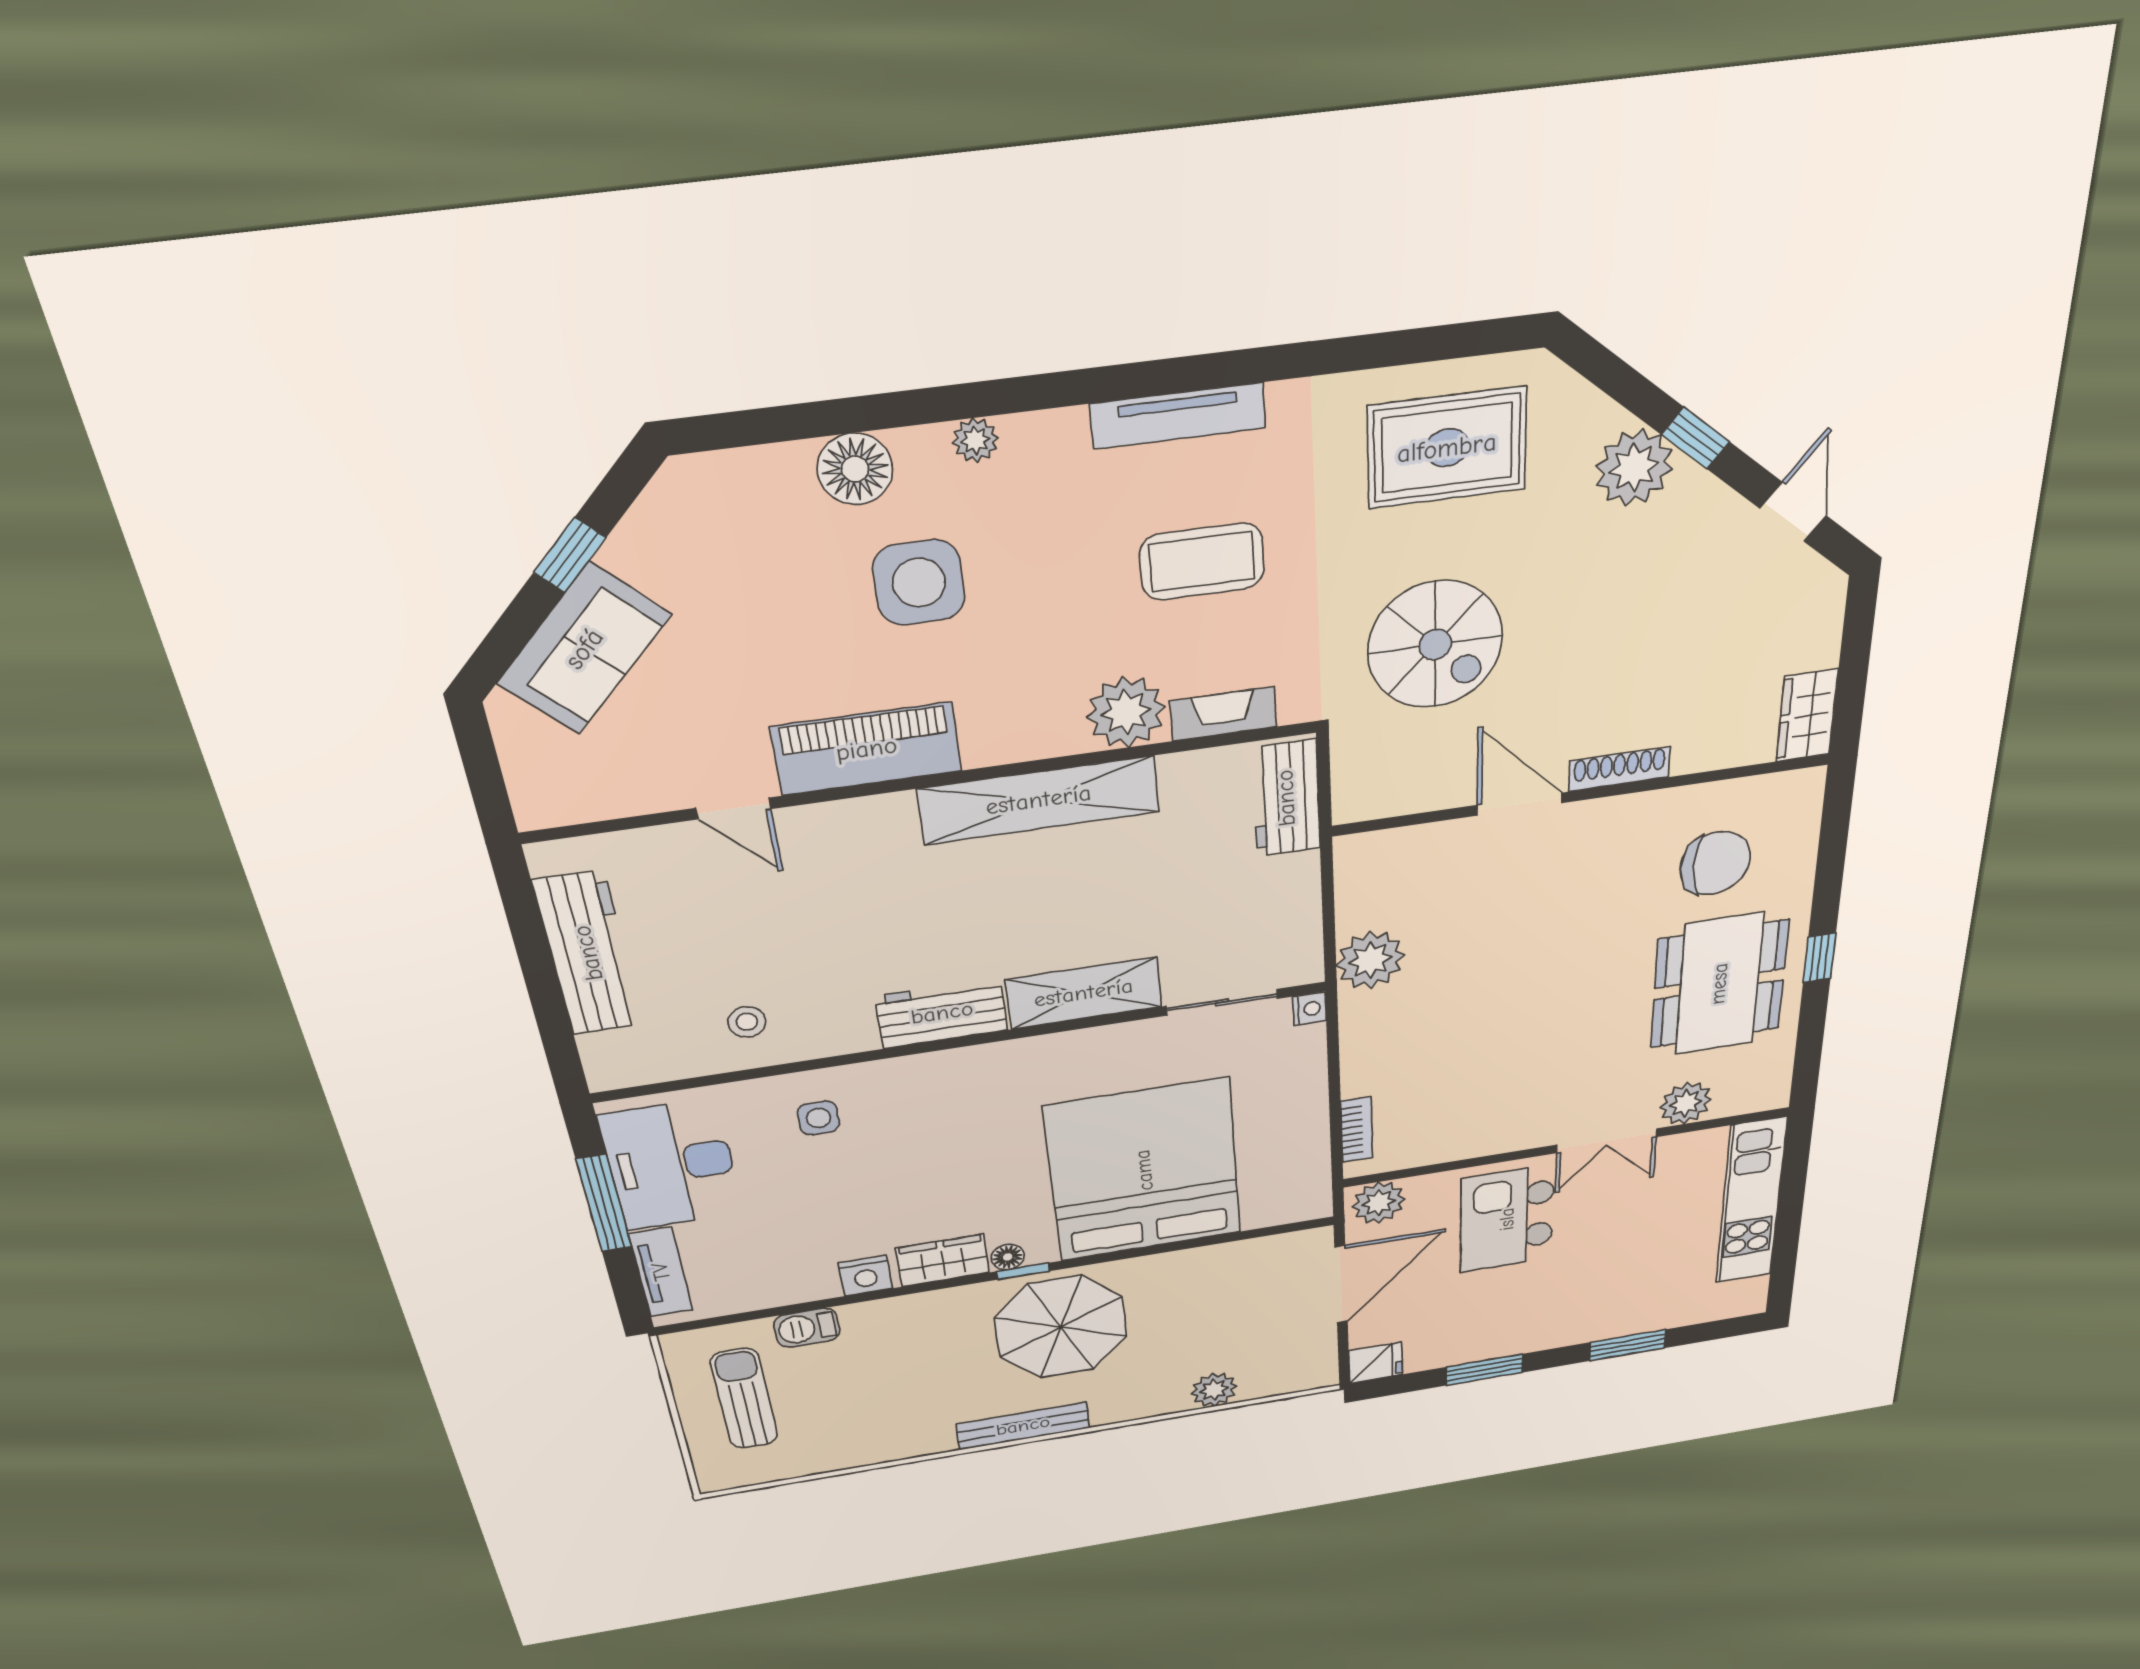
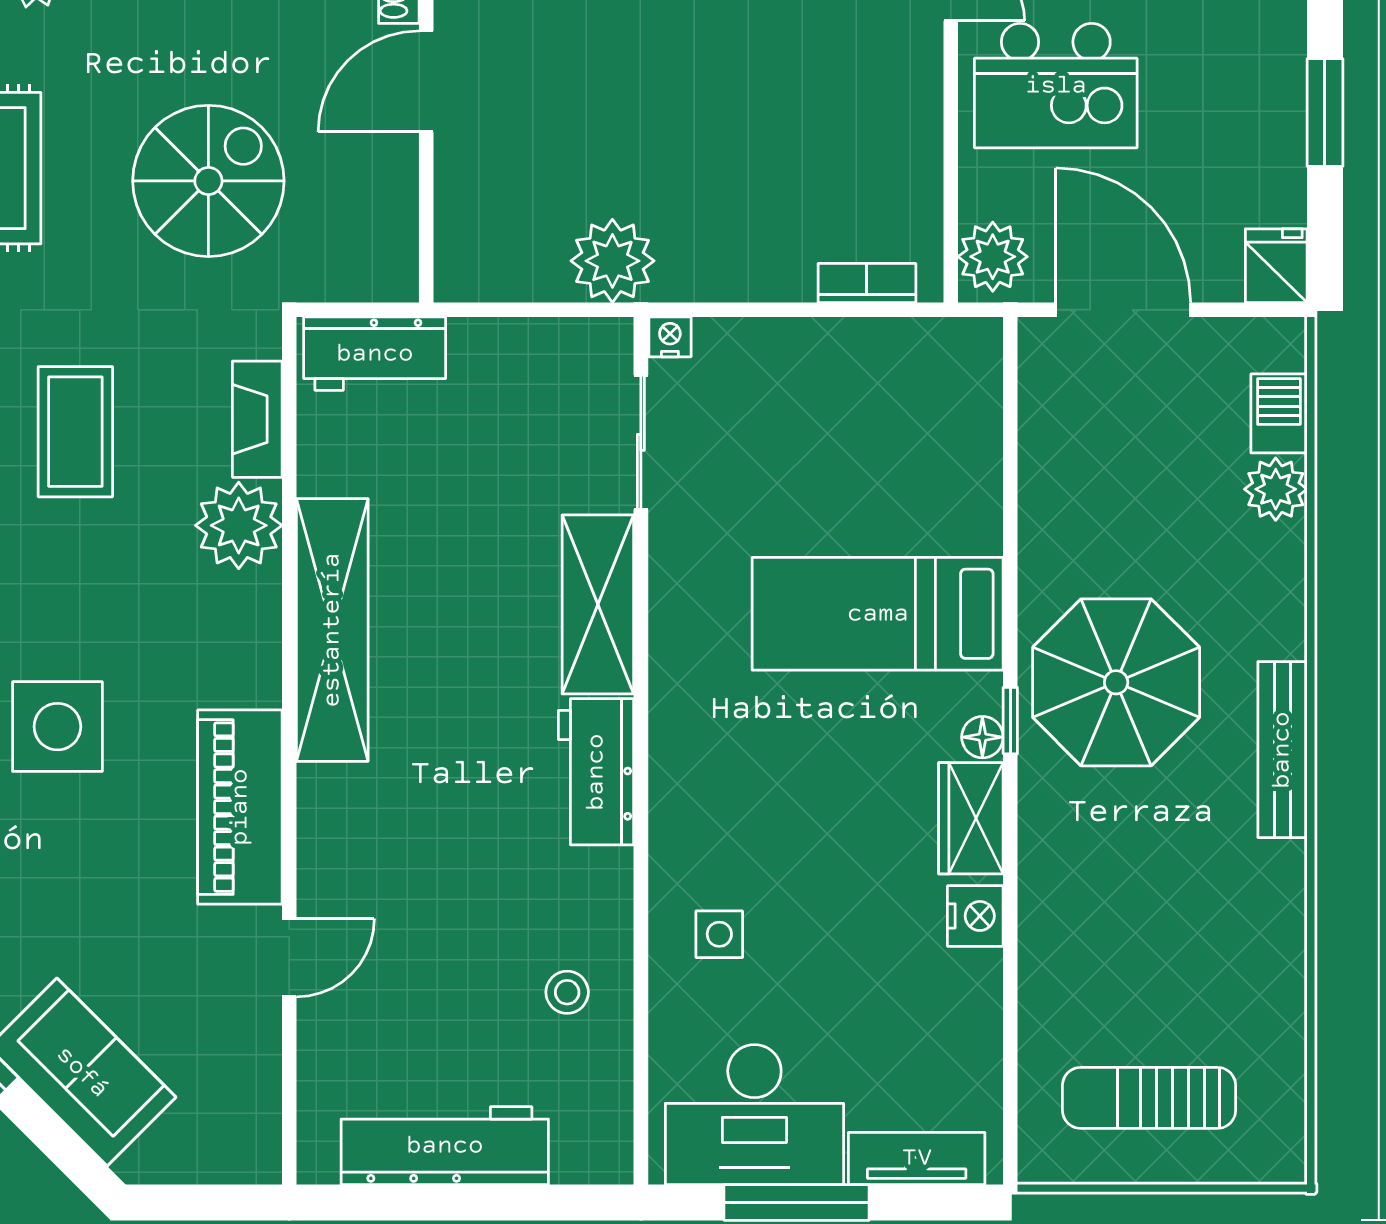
bed: (1144, 1170) -> (878, 614), width x0.49
barbecue: (807, 1328) -> (1279, 413), moved, turned 180

